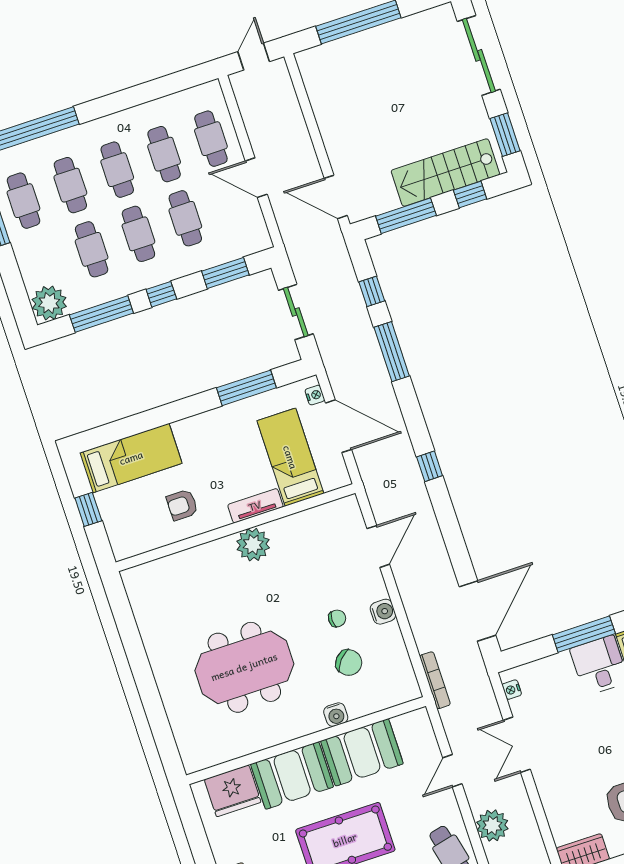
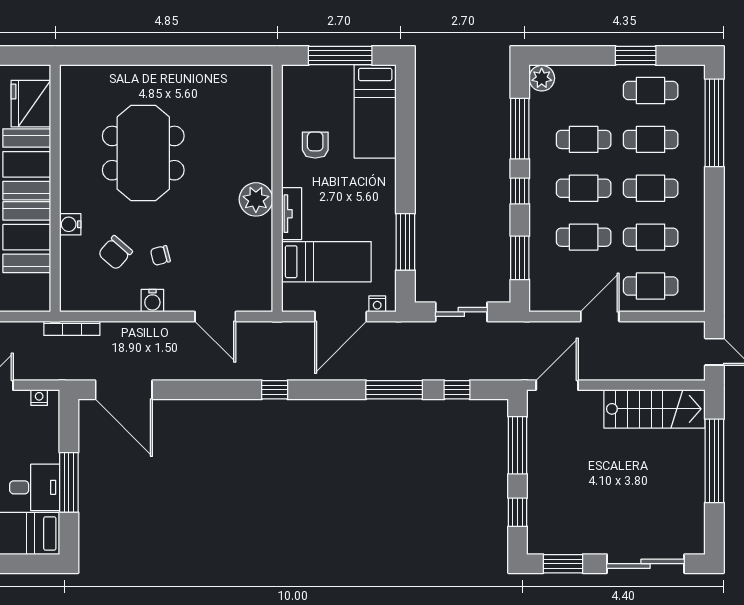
stairs: (445, 173) -> (655, 409), moved, turned 90
plant: (49, 303) -> (542, 78), width x0.73, depth x0.73
window: (88, 509) -> (340, 56), width x2.17
chair: (337, 618) -> (160, 255), turned 76

